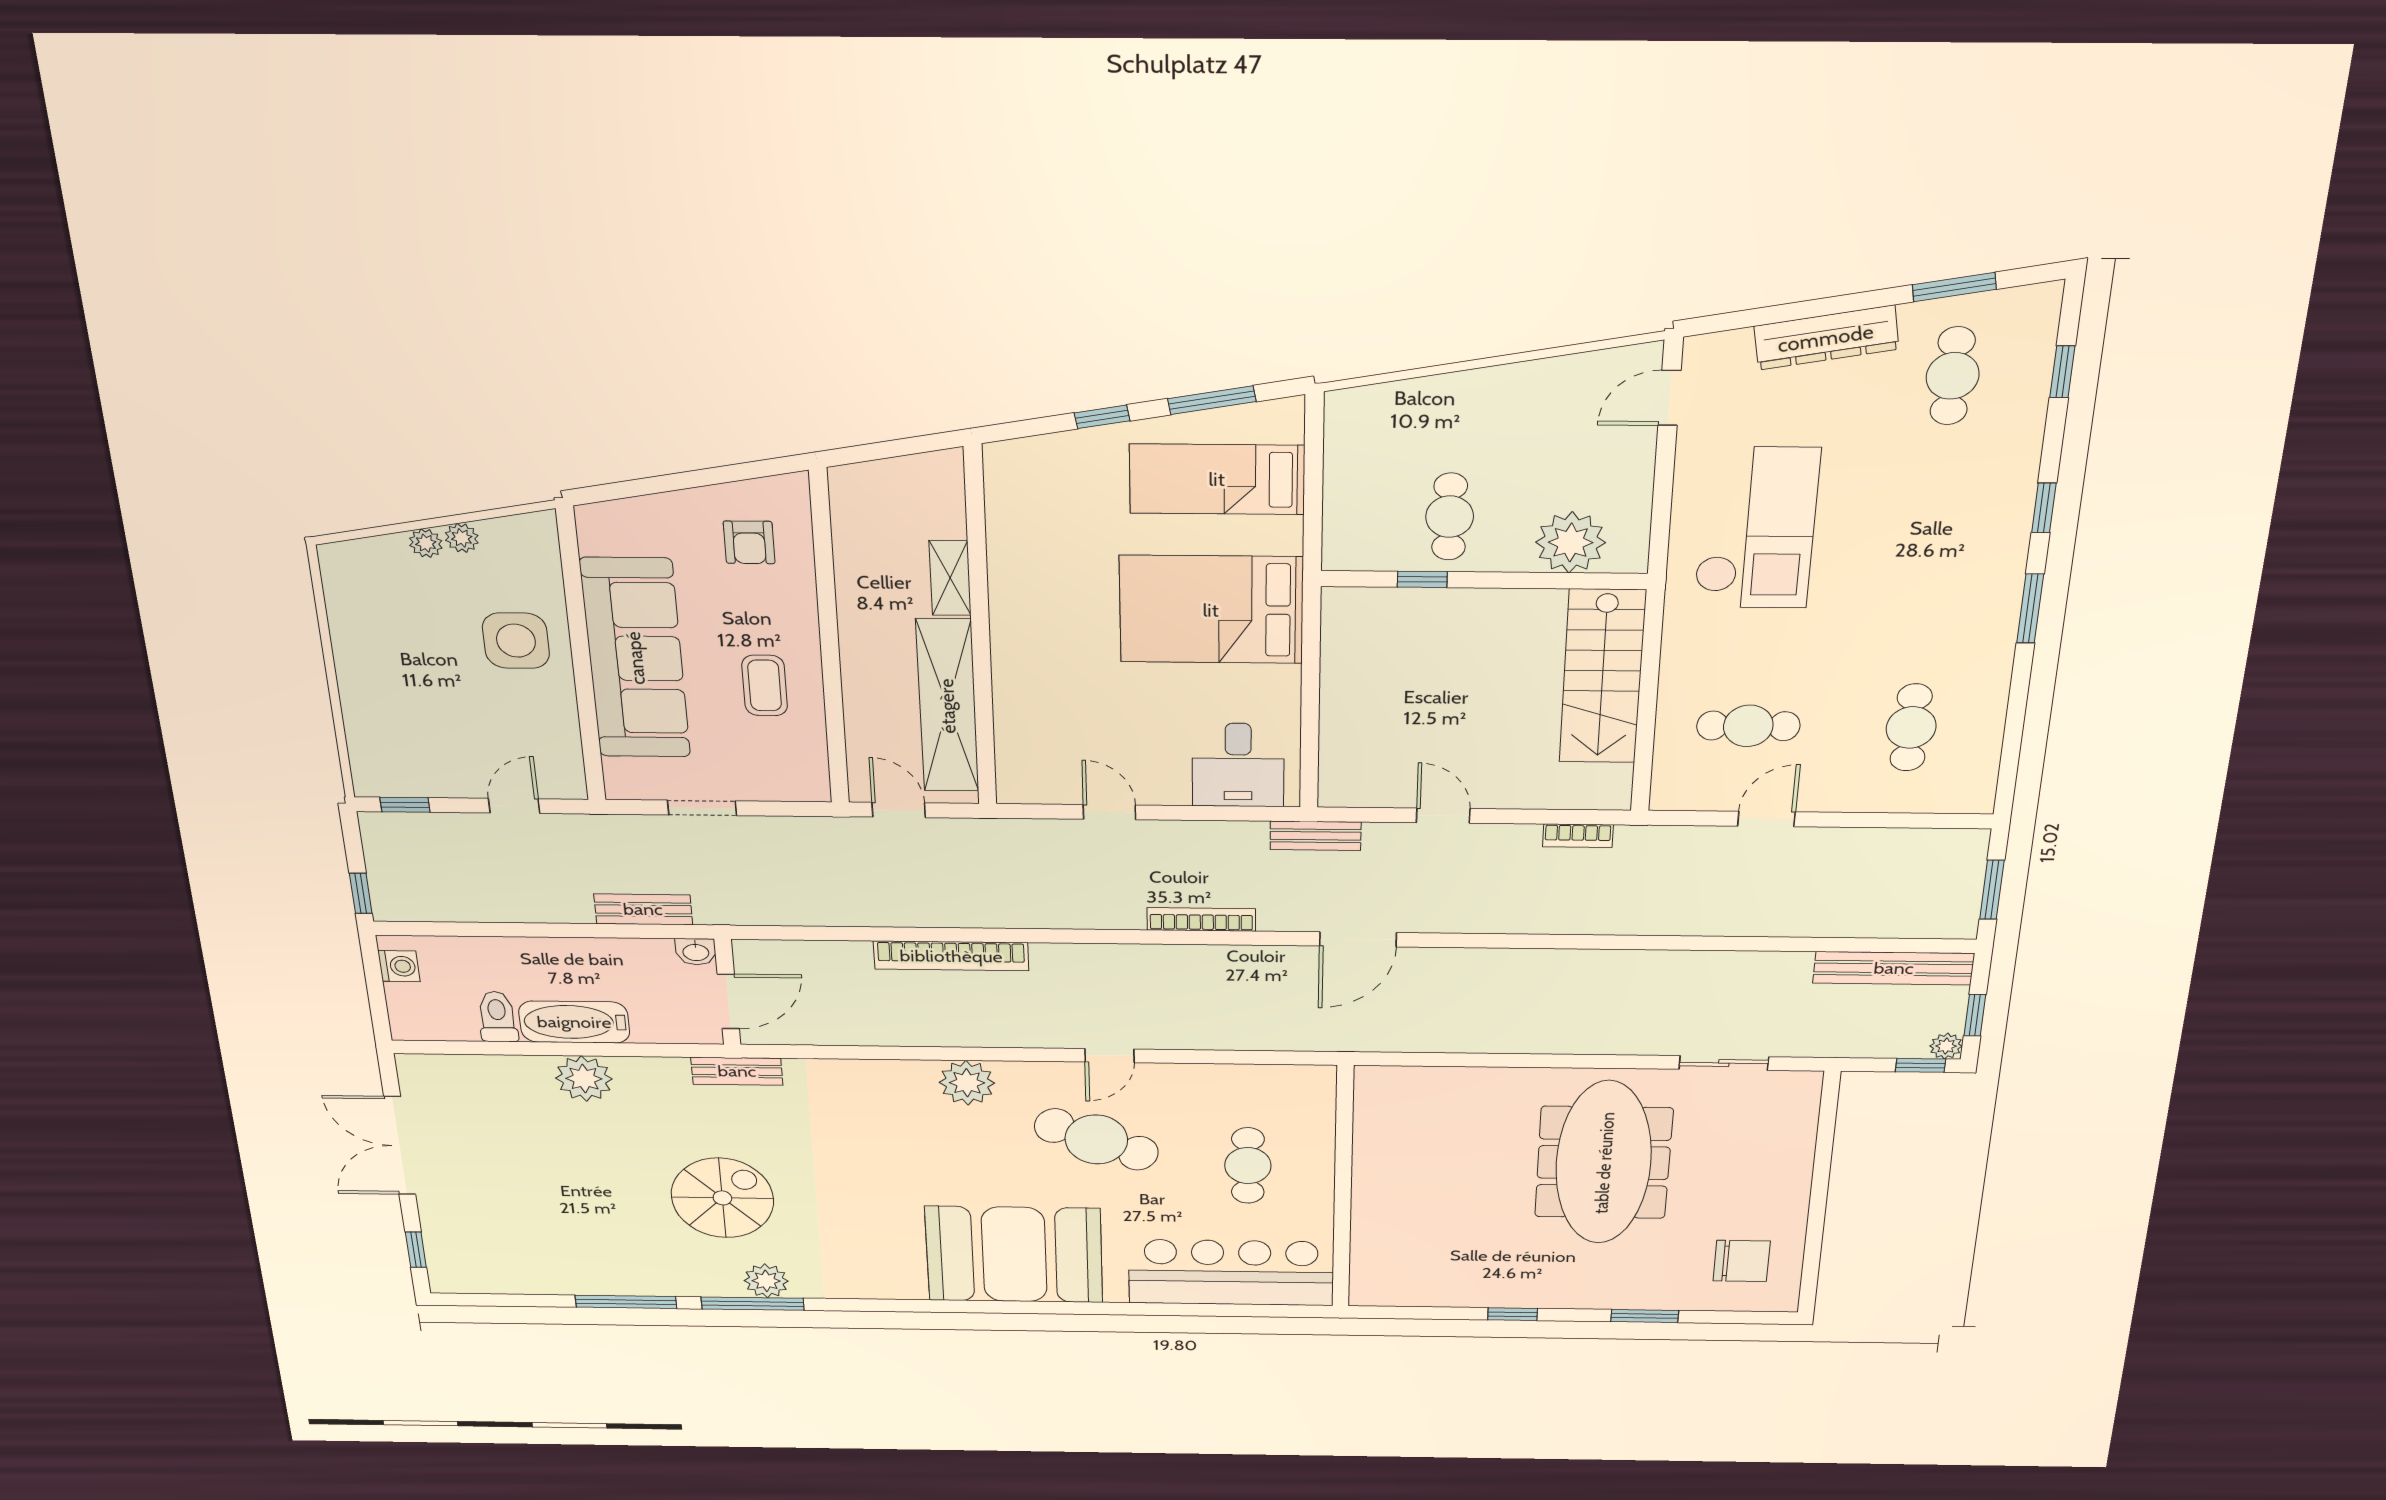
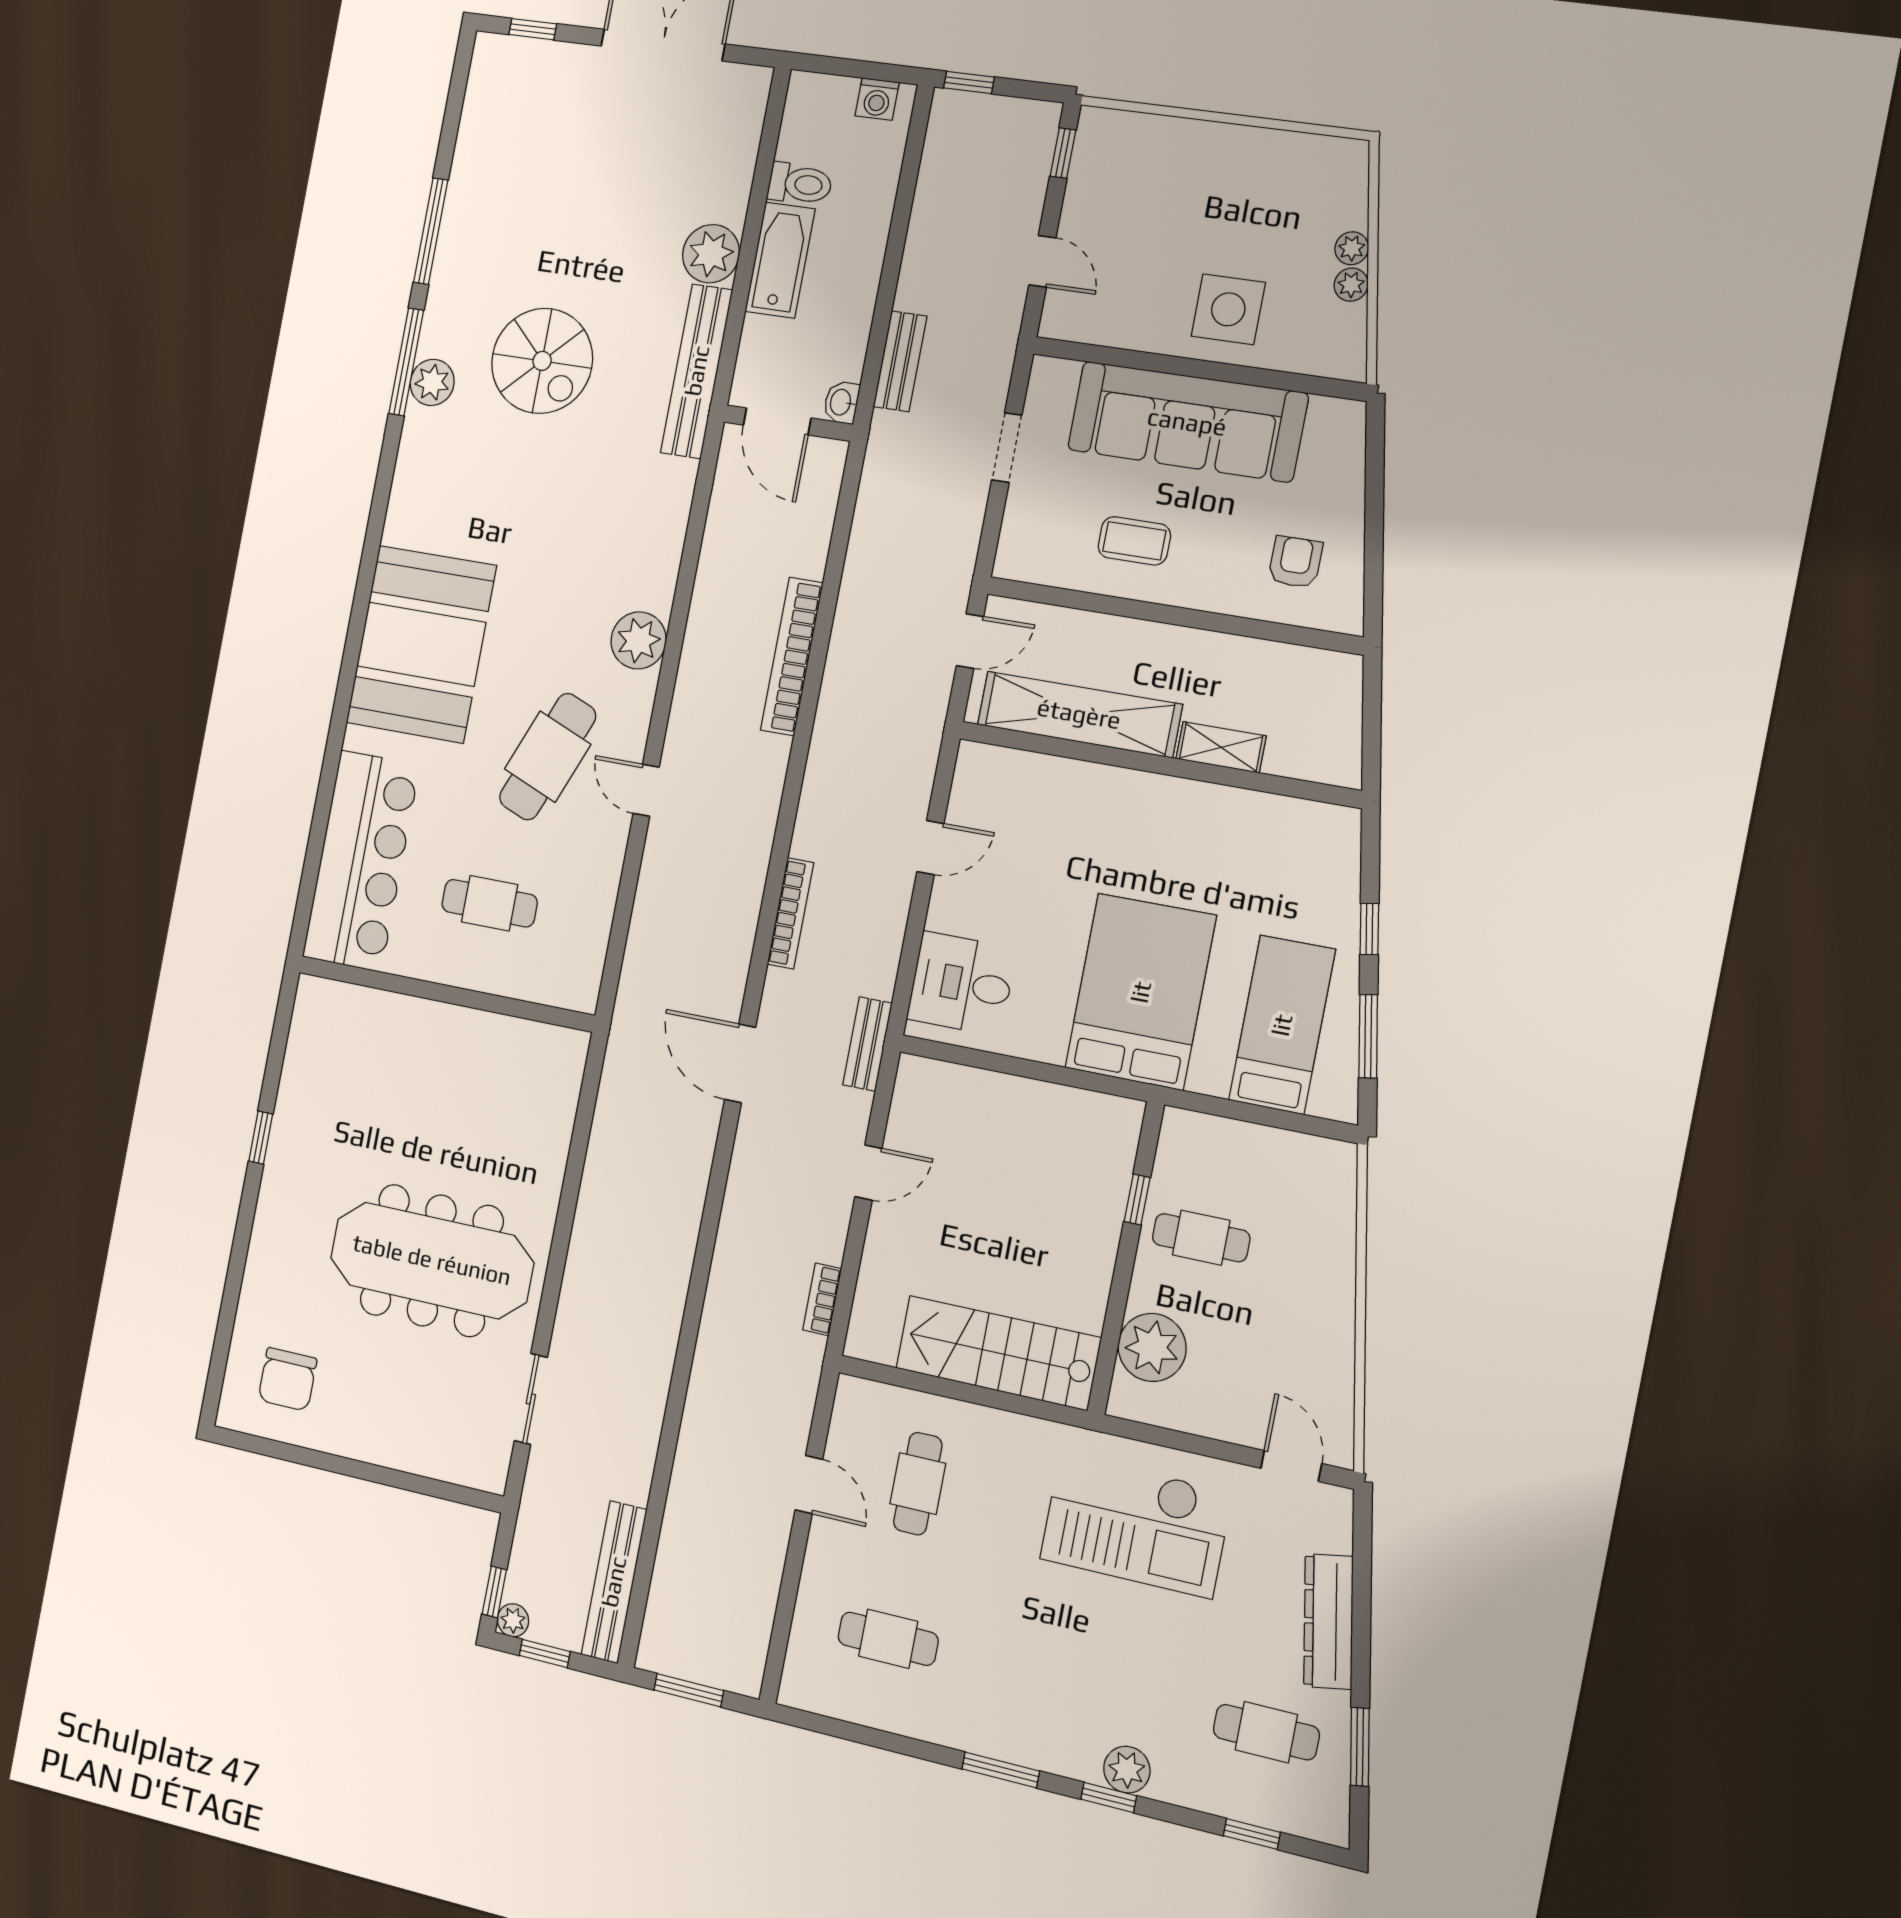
plant: (2012, 496) -> (1127, 1770), added
armchair: (749, 542) -> (1295, 562), turned 90
bench: (737, 1071) -> (697, 371), width x1.86, depth x1.21
window: (1645, 1316) -> (236, 1271), removed

